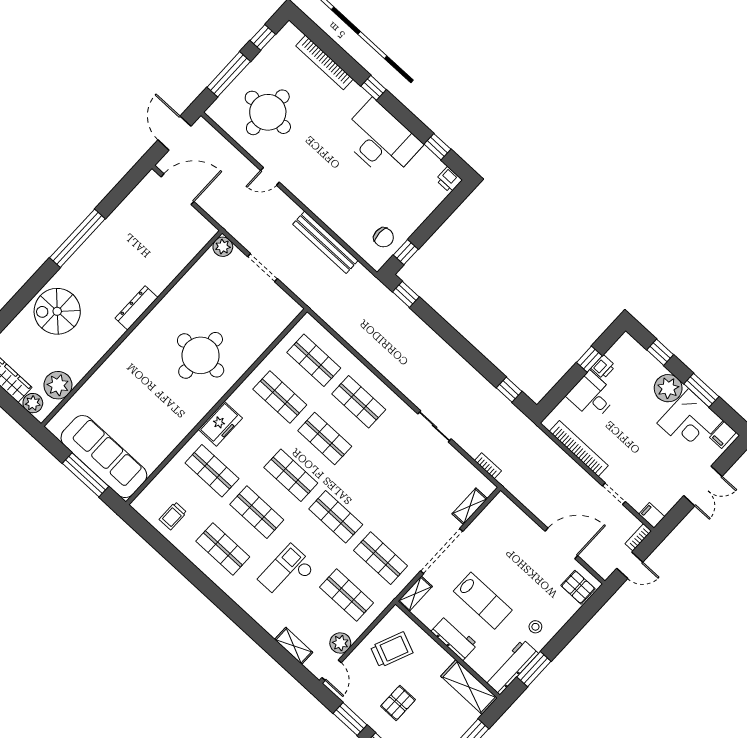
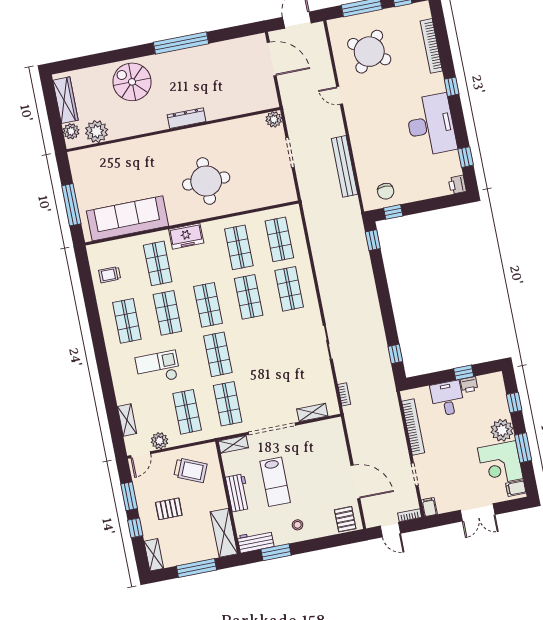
round table: (268, 112) -> (369, 52), turned 37
sofa: (104, 457) -> (128, 218), moved, turned -90
workbench: (511, 667) -> (256, 541), width x0.73

